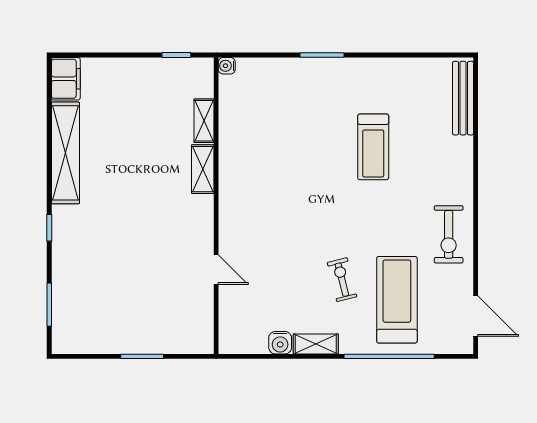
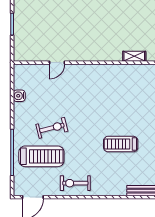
shelving: (203, 169) -> (109, 56), removed
exercise bike: (342, 280) -> (52, 128), width x1.38, depth x1.39
shelving: (316, 344) -> (18, 114), removed

